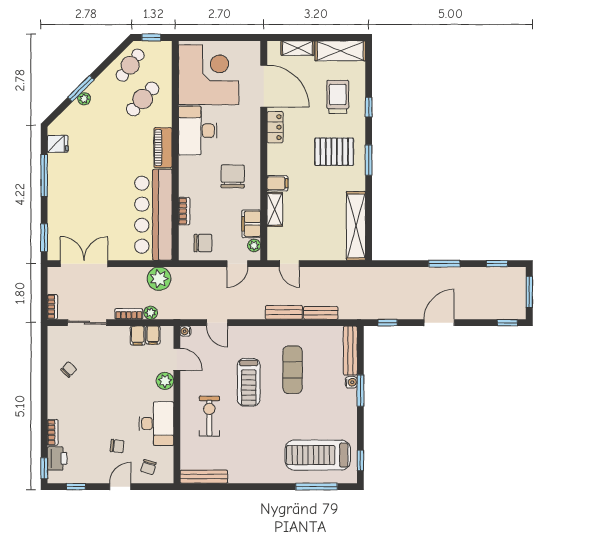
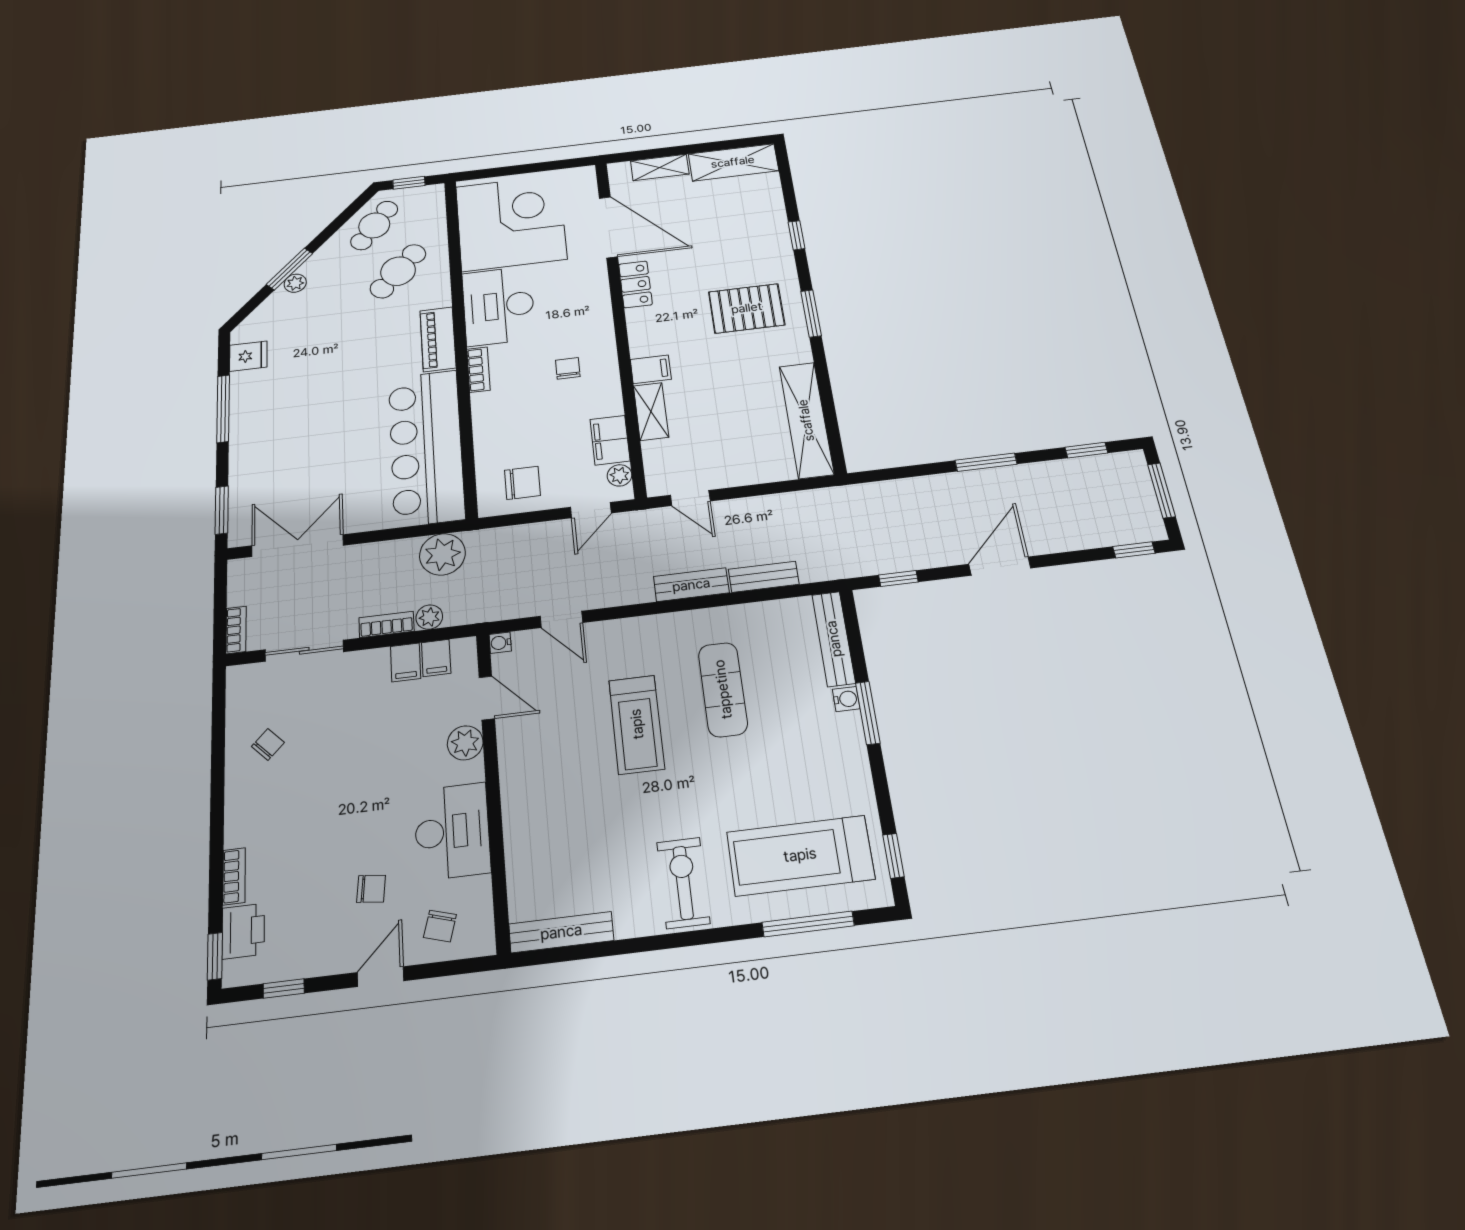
trolley: (338, 97) -> (740, 227), removed
chair: (233, 176) -> (568, 368), width x0.54, depth x0.54
bookcase: (184, 211) -> (478, 370), moved
exercise bike: (209, 416) -> (683, 883), moved

